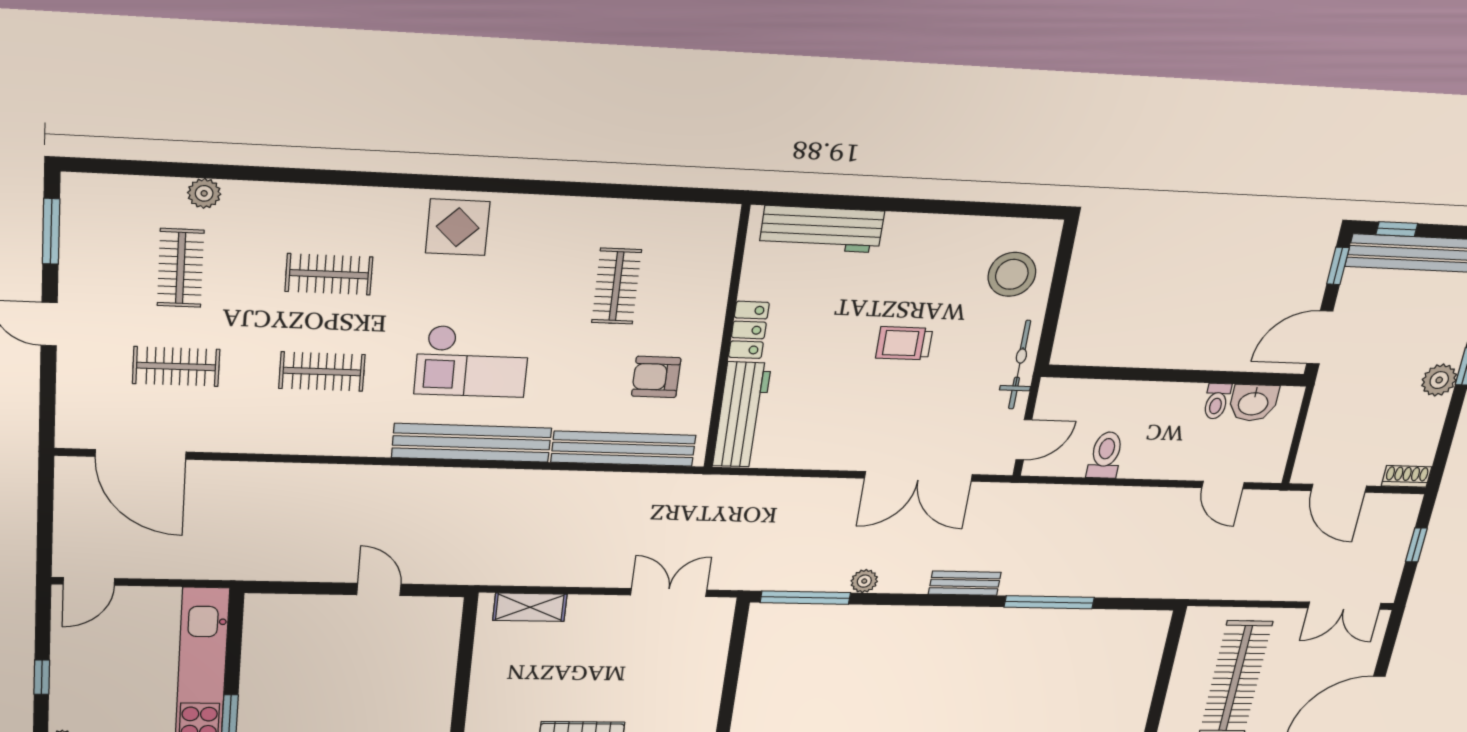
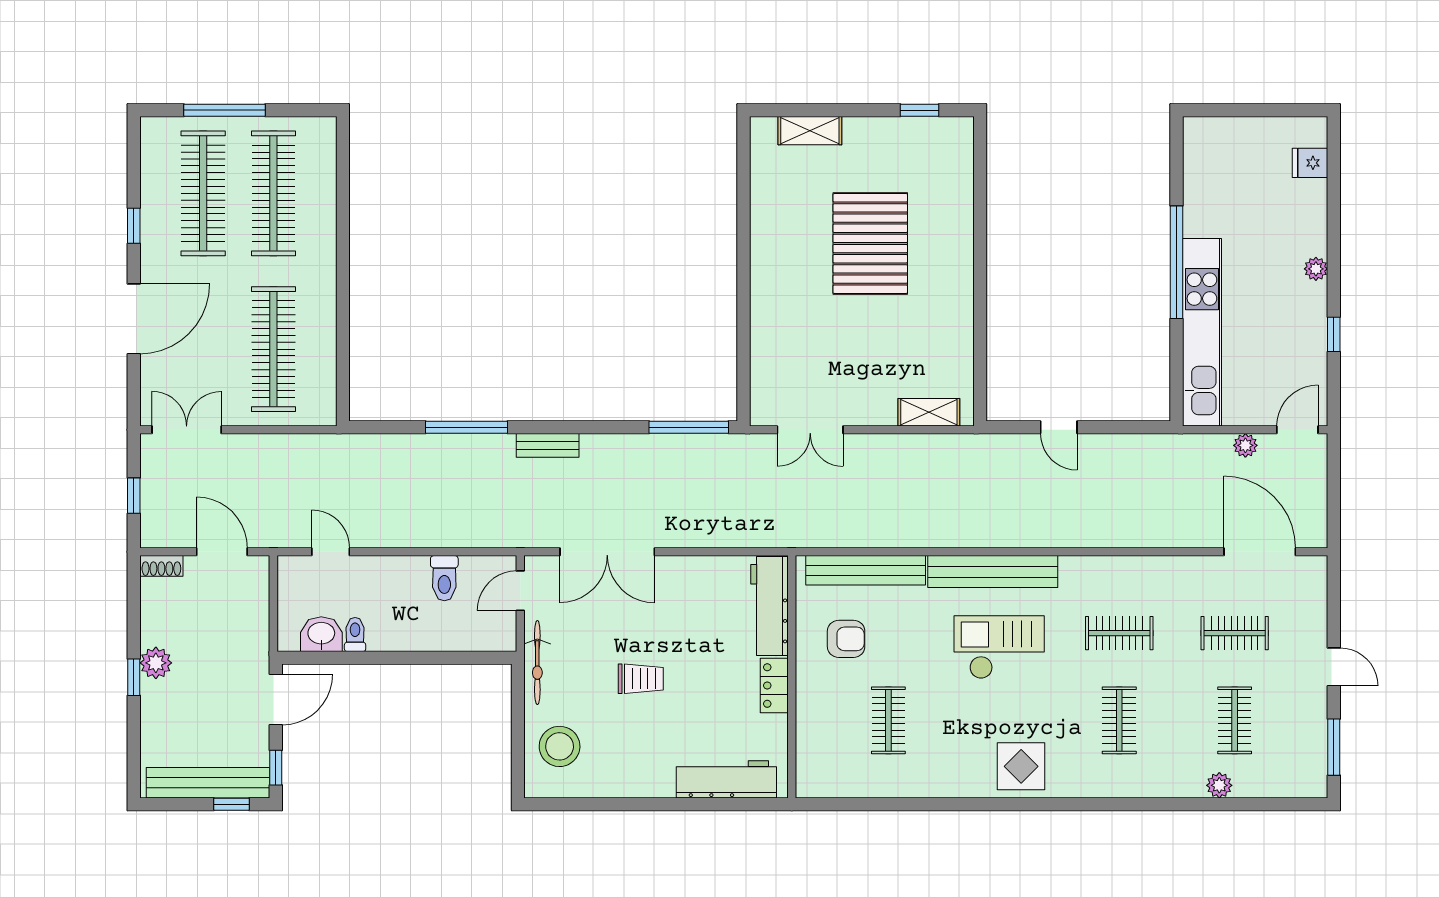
clothes rail: (329, 274) -> (1119, 720), turned 90
double door: (919, 476) -> (607, 552), swing flipped
plant: (864, 581) -> (1245, 445), moved

